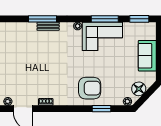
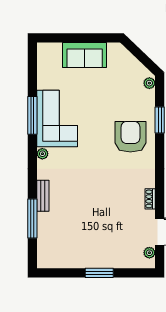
window: (42, 19) -> (32, 218), moved
window: (139, 19) -> (32, 66), removed
floor lamp: (139, 89) -> (132, 67), removed

